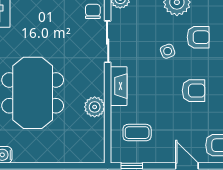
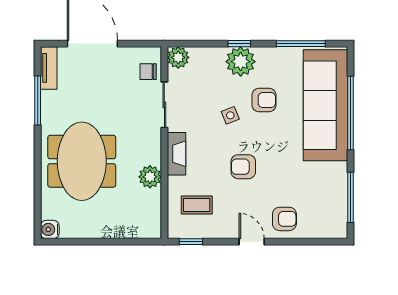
chair: (93, 11) -> (148, 72), turned -90
armchair: (194, 91) -> (243, 167), moved, turned 180

